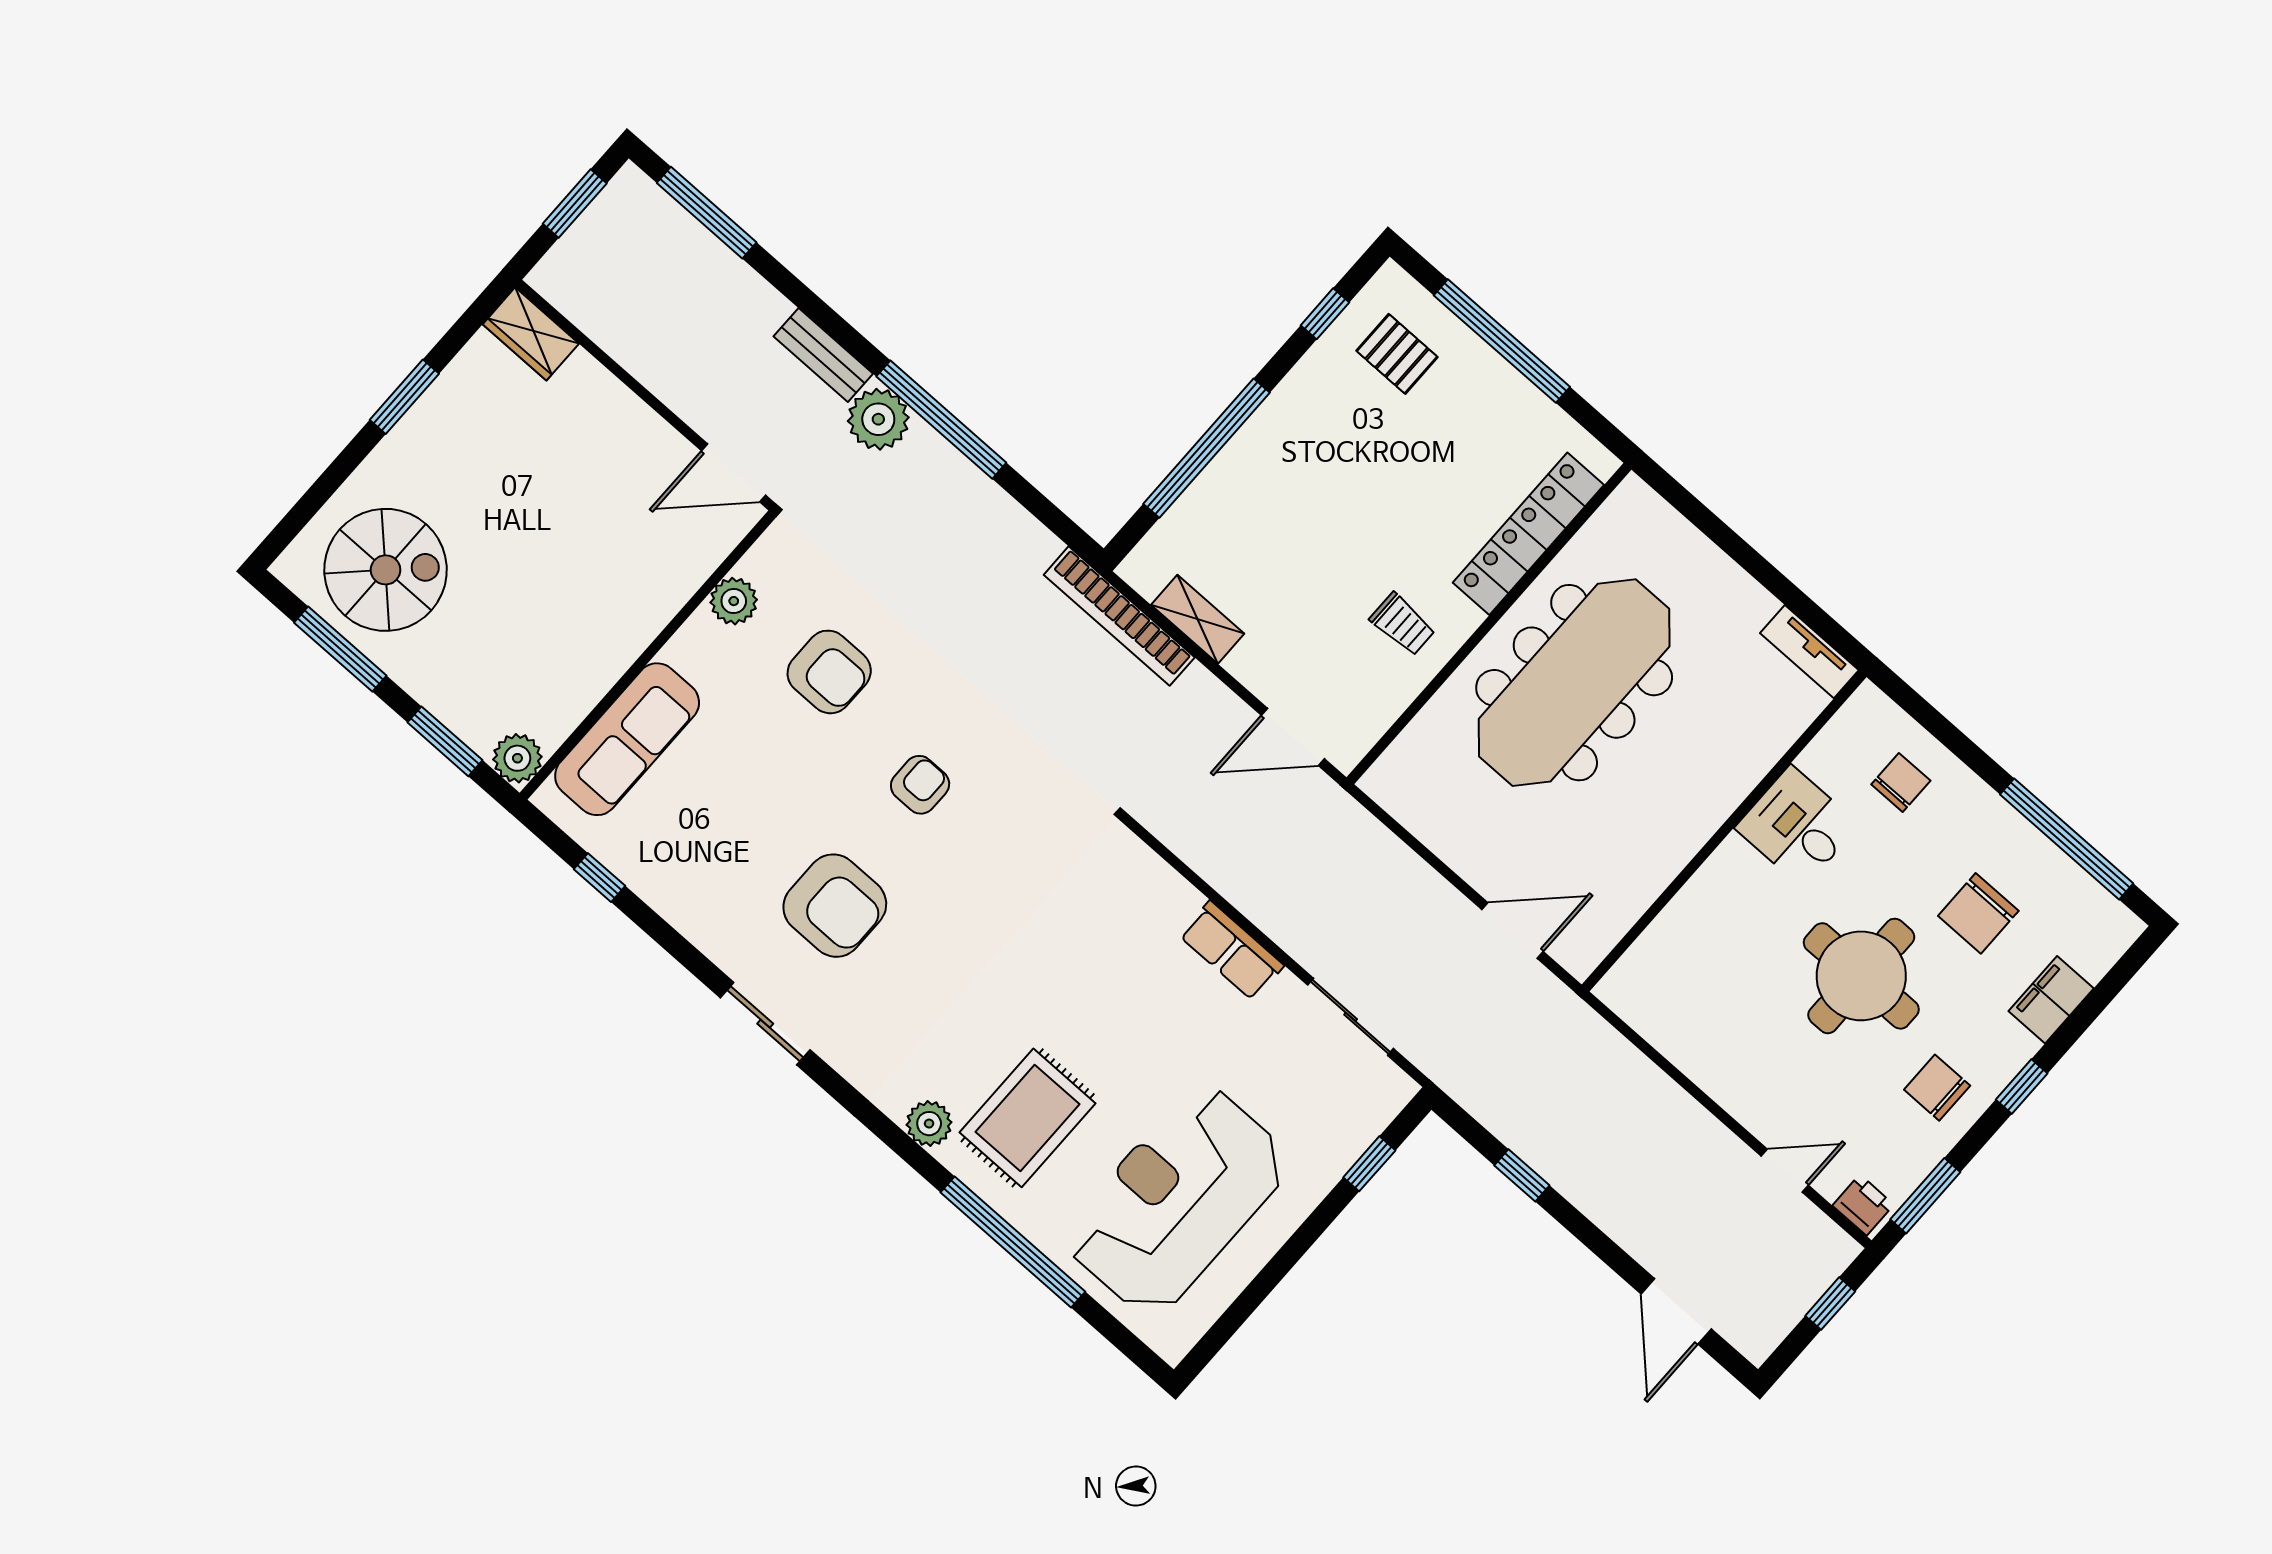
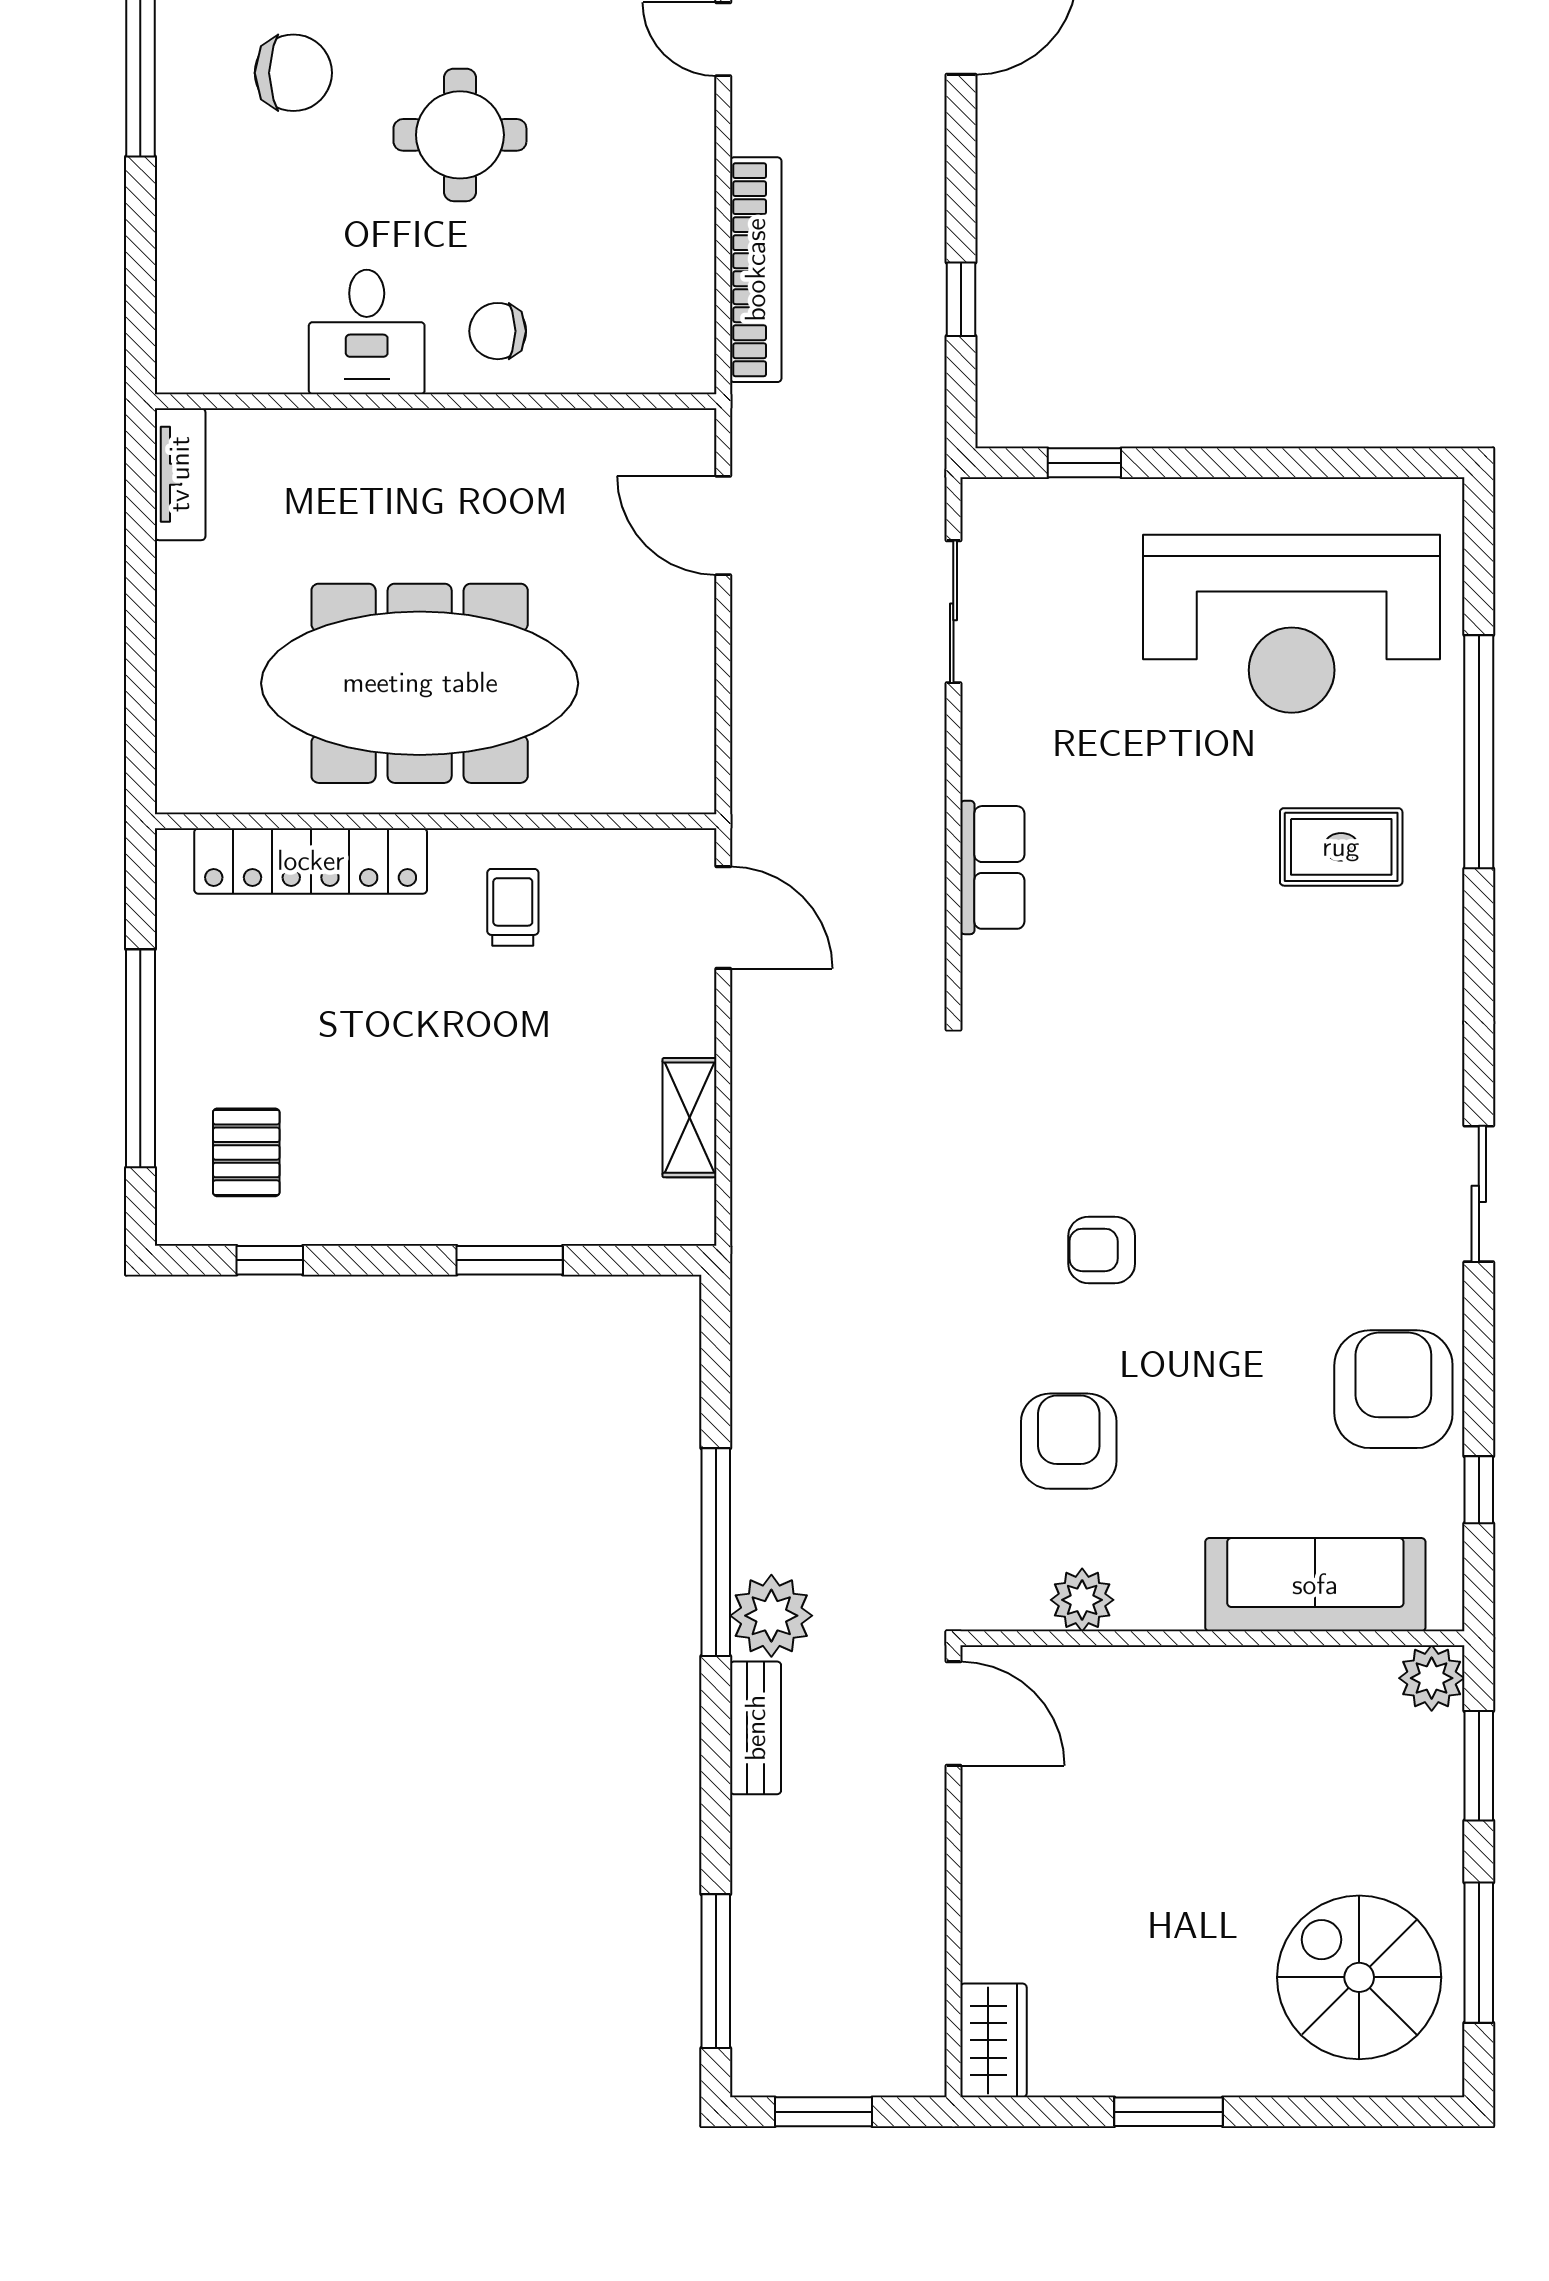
window: (1206, 448) -> (510, 1260), width x0.47
bookcase: (1119, 616) -> (756, 270), moved
chair: (1901, 783) -> (498, 331), moved
armchair: (835, 906) -> (1393, 1389), moved
row of seats: (1232, 951) -> (992, 867), moved
round table: (1861, 976) -> (460, 135), width x0.73, depth x0.73
rug: (1027, 1118) -> (1341, 847), width x0.73, depth x0.70
plant: (929, 1124) -> (1434, 941), removed

